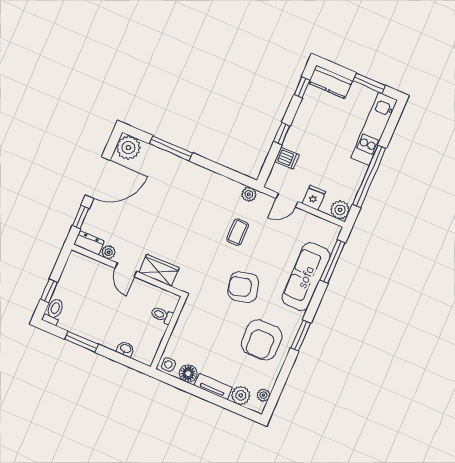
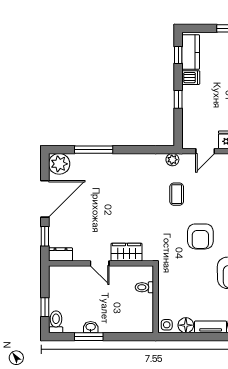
kitchen counter: (330, 82) -> (191, 52), moved, turned -90
dishwasher: (287, 158) -> (191, 78), moved
plant: (109, 252) -> (79, 255), removed
armchair: (243, 287) -> (200, 236), turned -76
washbasin: (125, 349) -> (91, 327), moved

